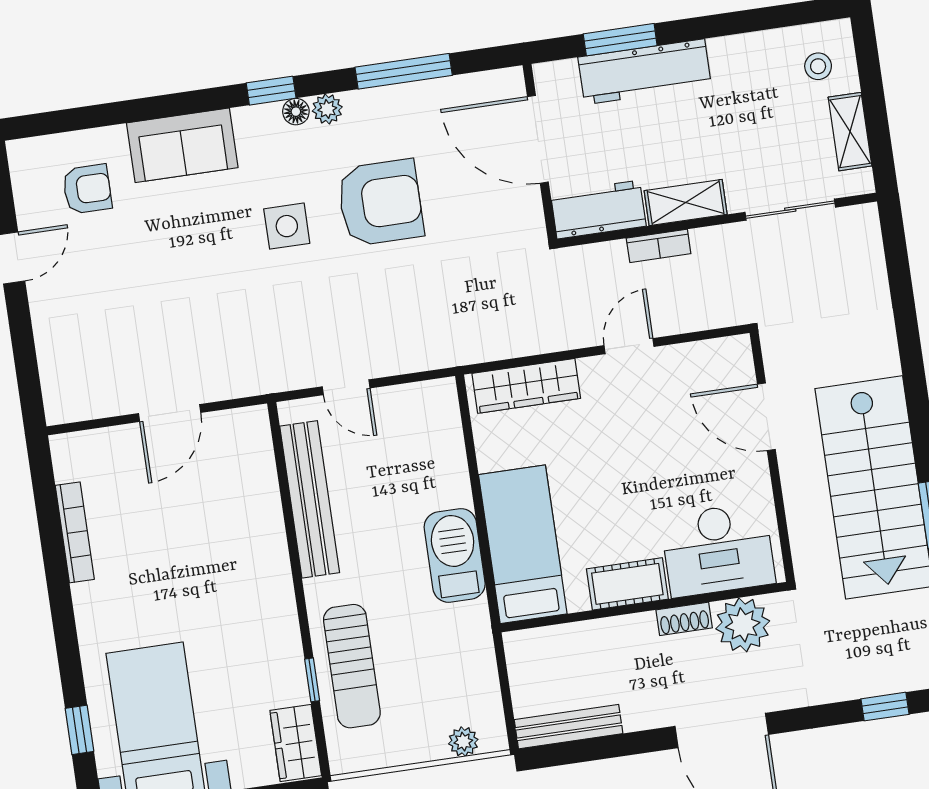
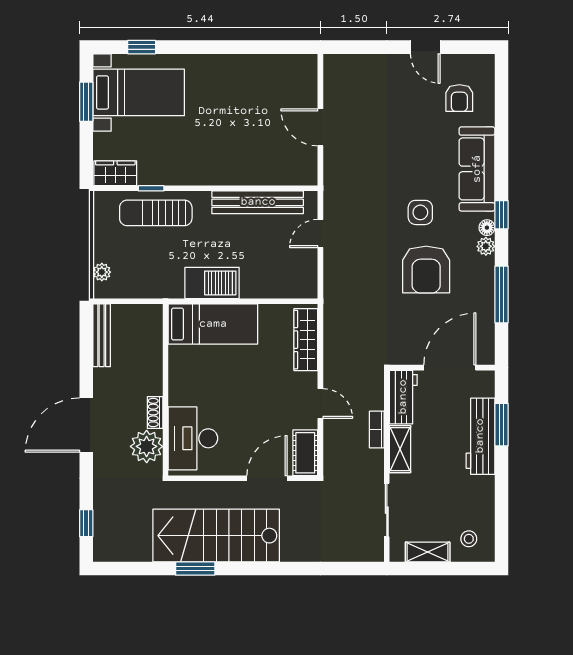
sofa: (182, 145) -> (477, 169), width x1.36
bookcase: (75, 532) -> (258, 61), removed
cot: (627, 584) -> (305, 453), moved

